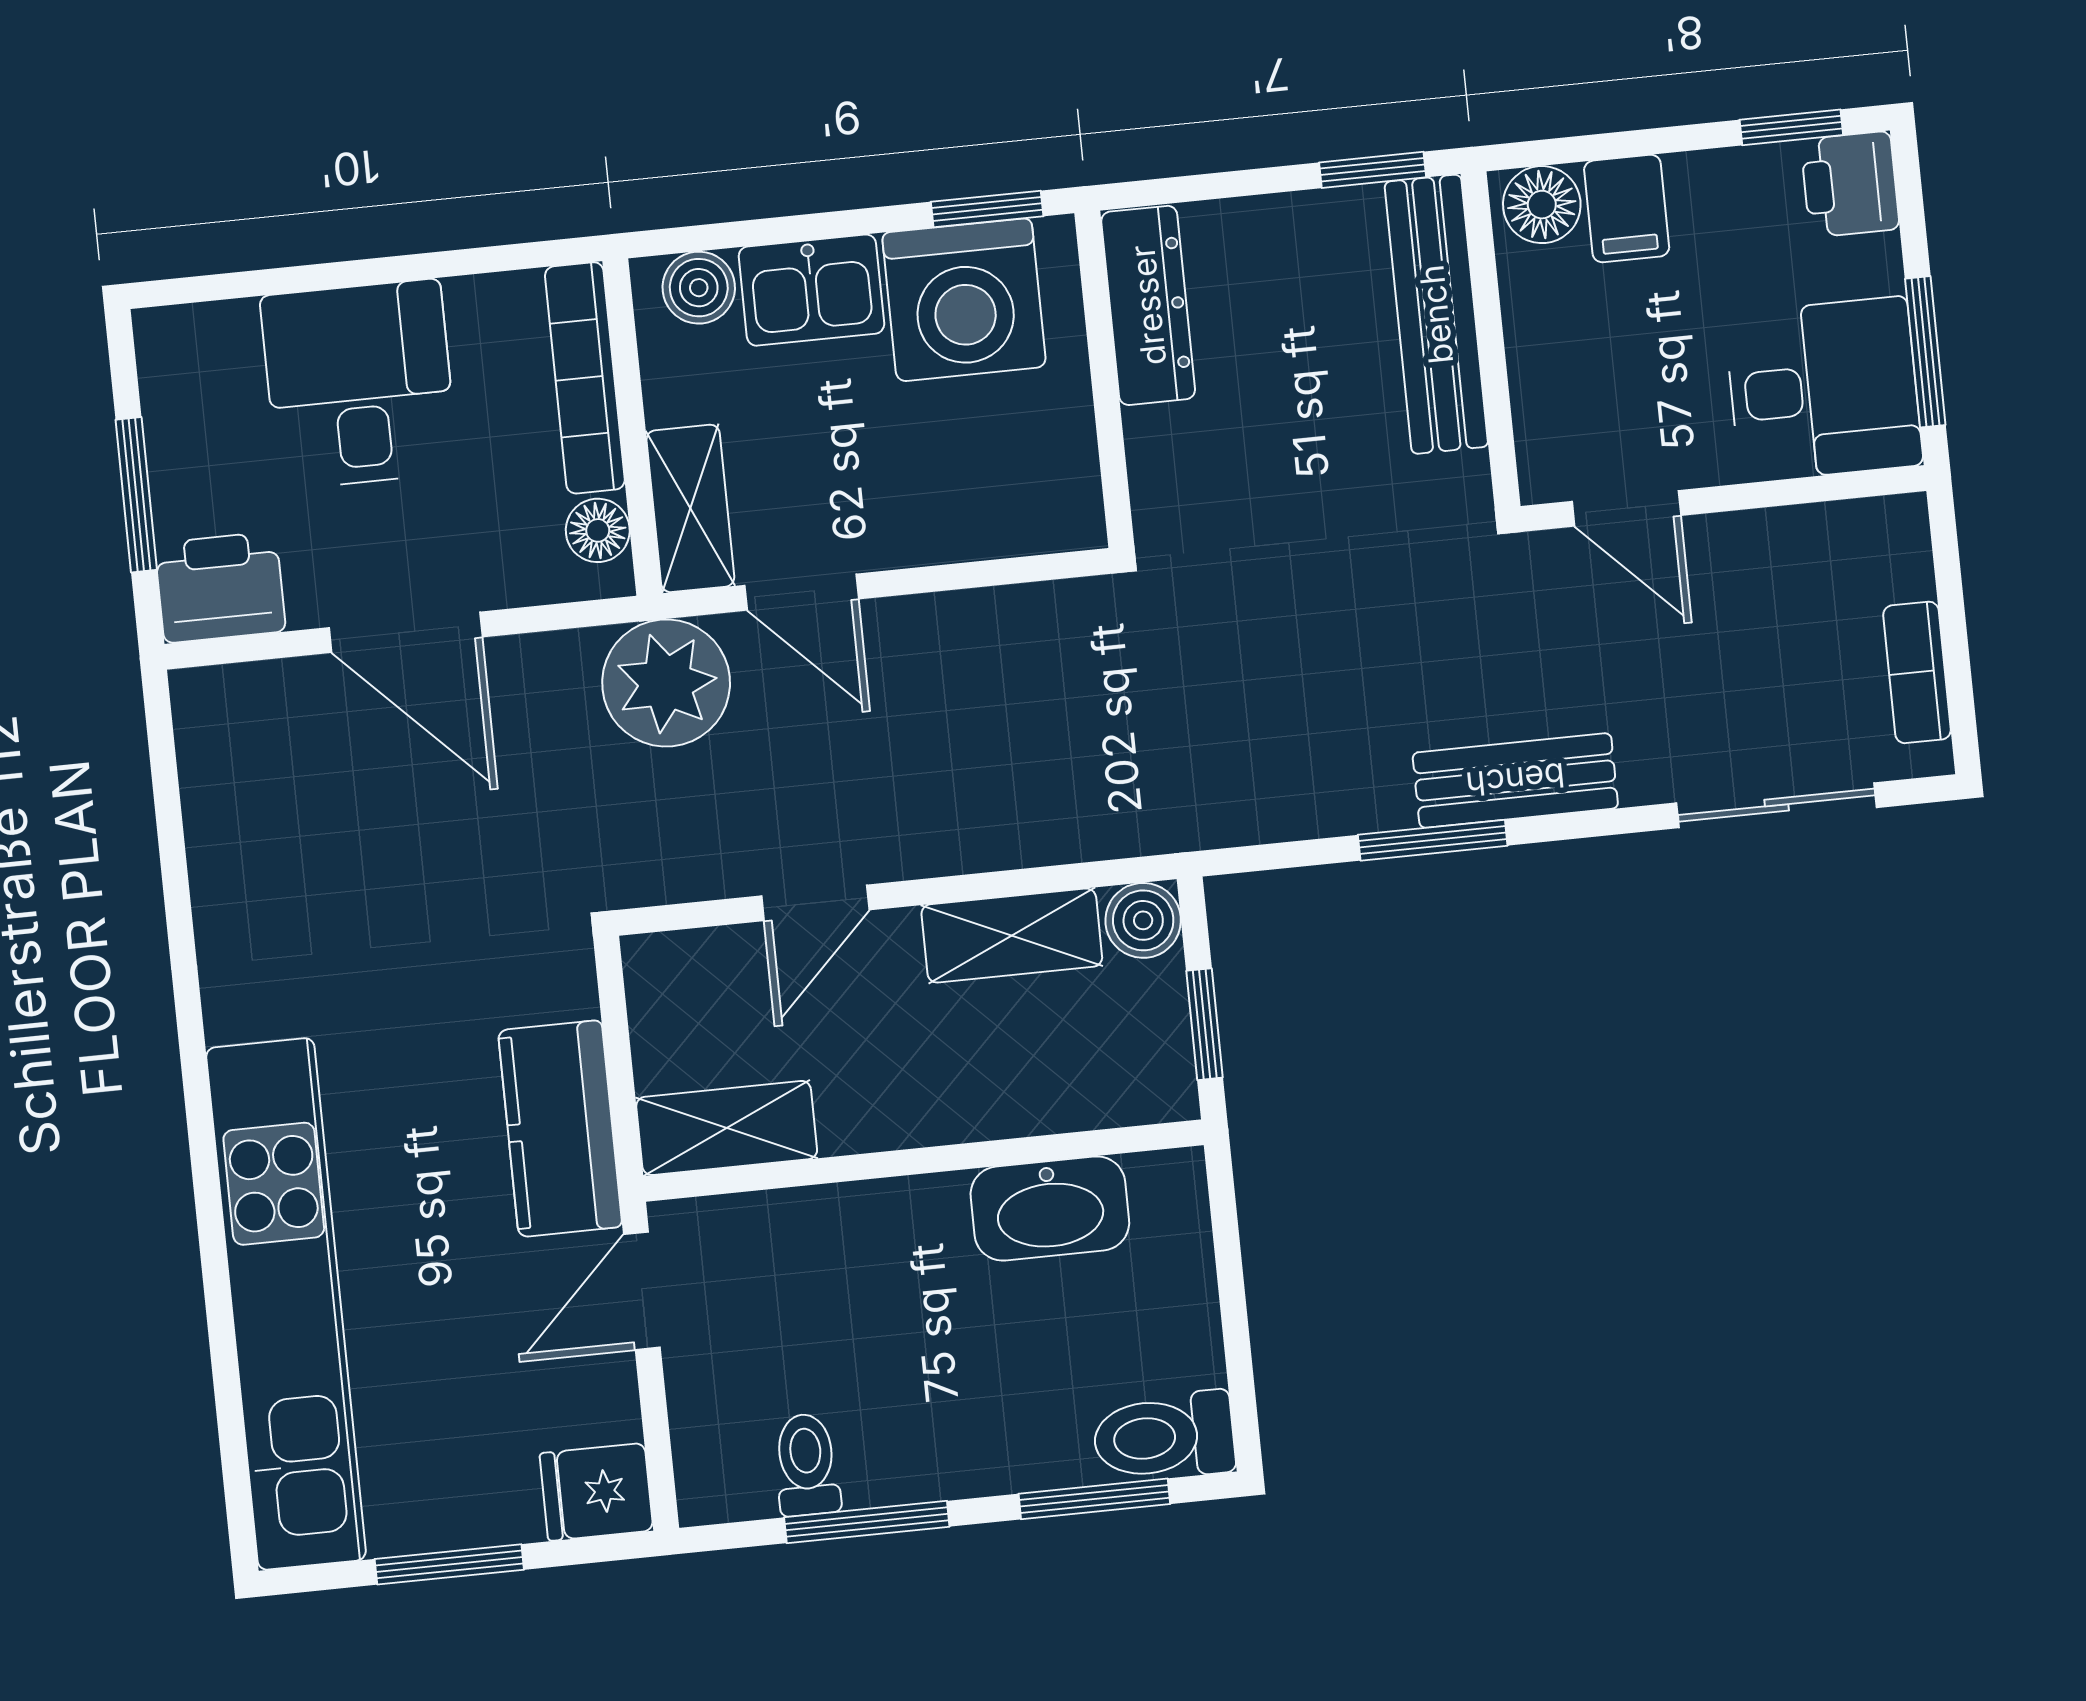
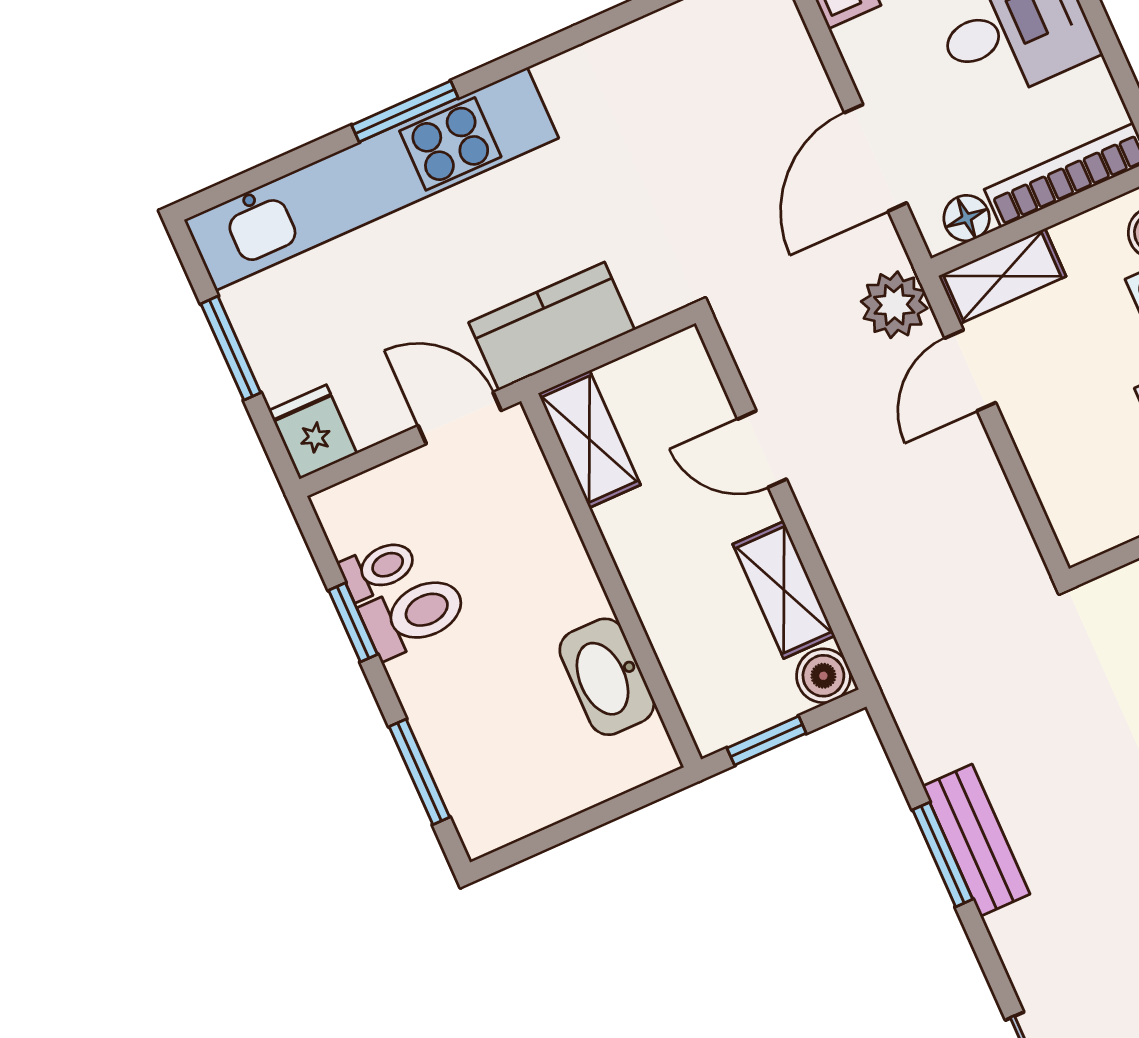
door: (406, 632) -> (876, 158), moved
plant: (666, 683) -> (894, 305), width x0.73, depth x0.73
bench: (1515, 780) -> (976, 840), moved
window: (211, 1230) -> (405, 111), added
toilet: (1164, 1437) -> (414, 615), moved, turned 90
window: (867, 1522) -> (353, 622), width x0.67

